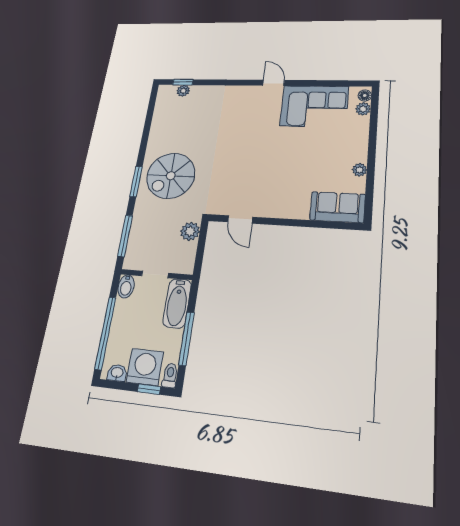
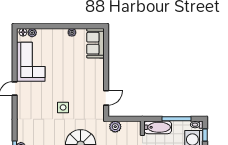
side table: (234, 152) -> (63, 107), added

